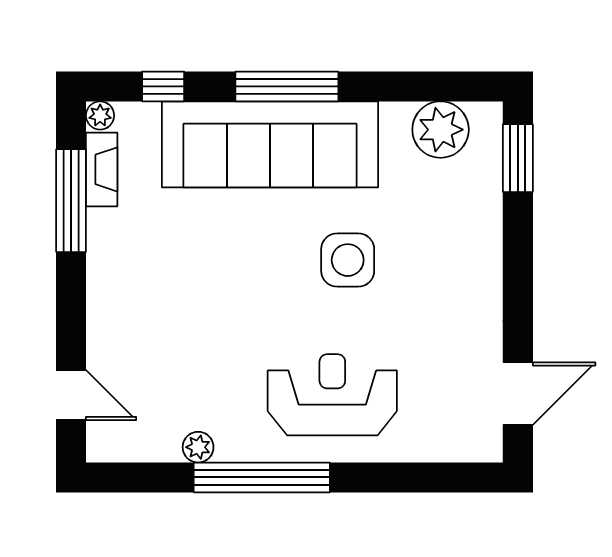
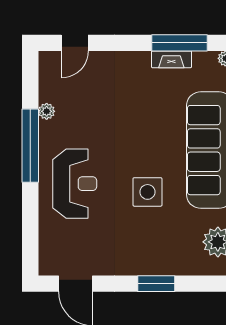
window: (518, 158) -> (156, 284), moved
fireplace: (102, 169) -> (171, 59), moved

